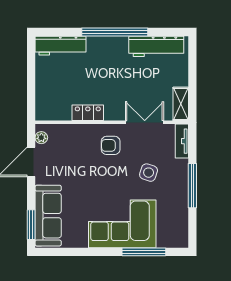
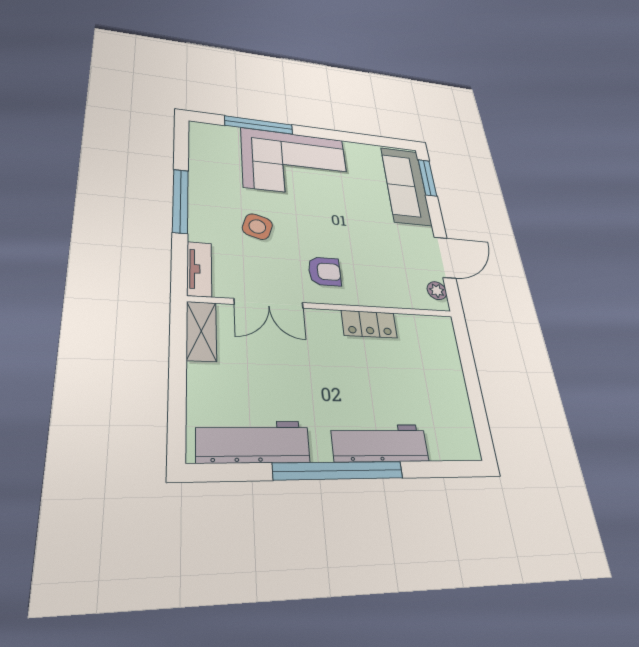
workbench: (61, 46) -> (380, 443), moved

